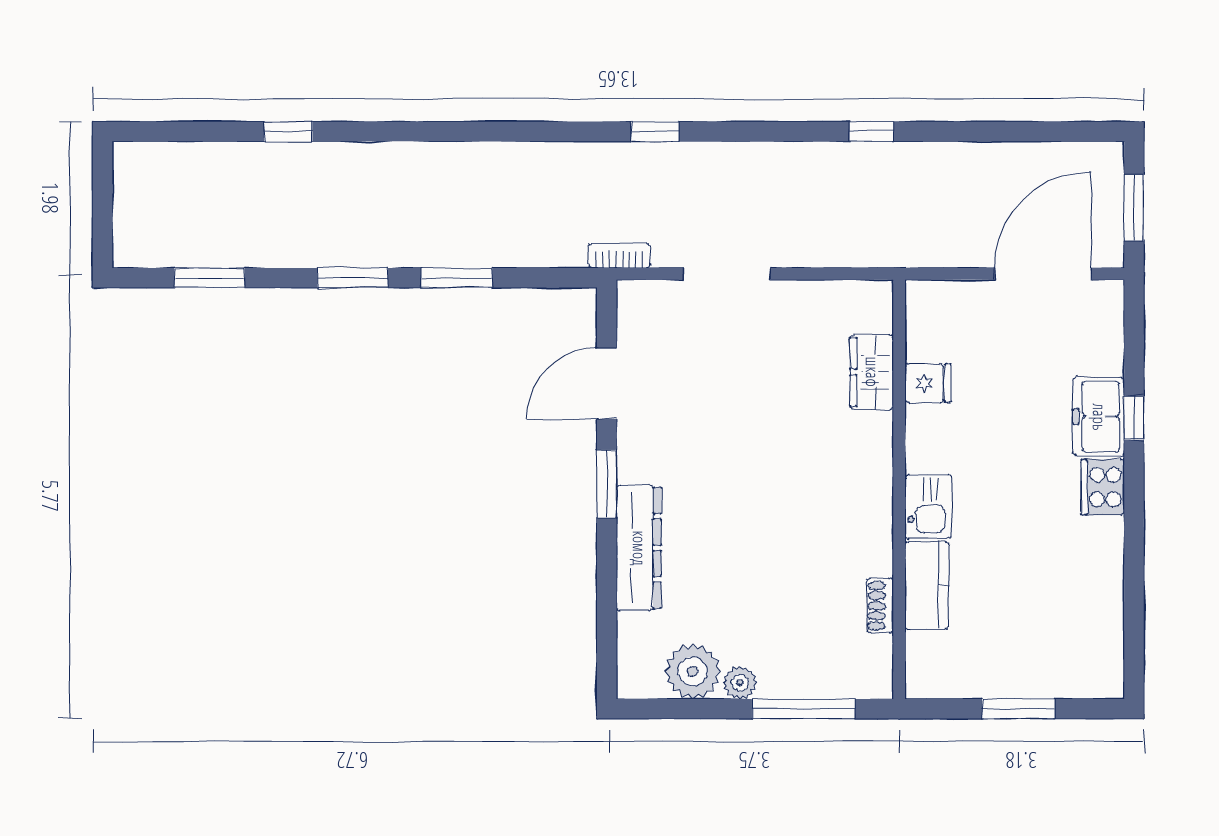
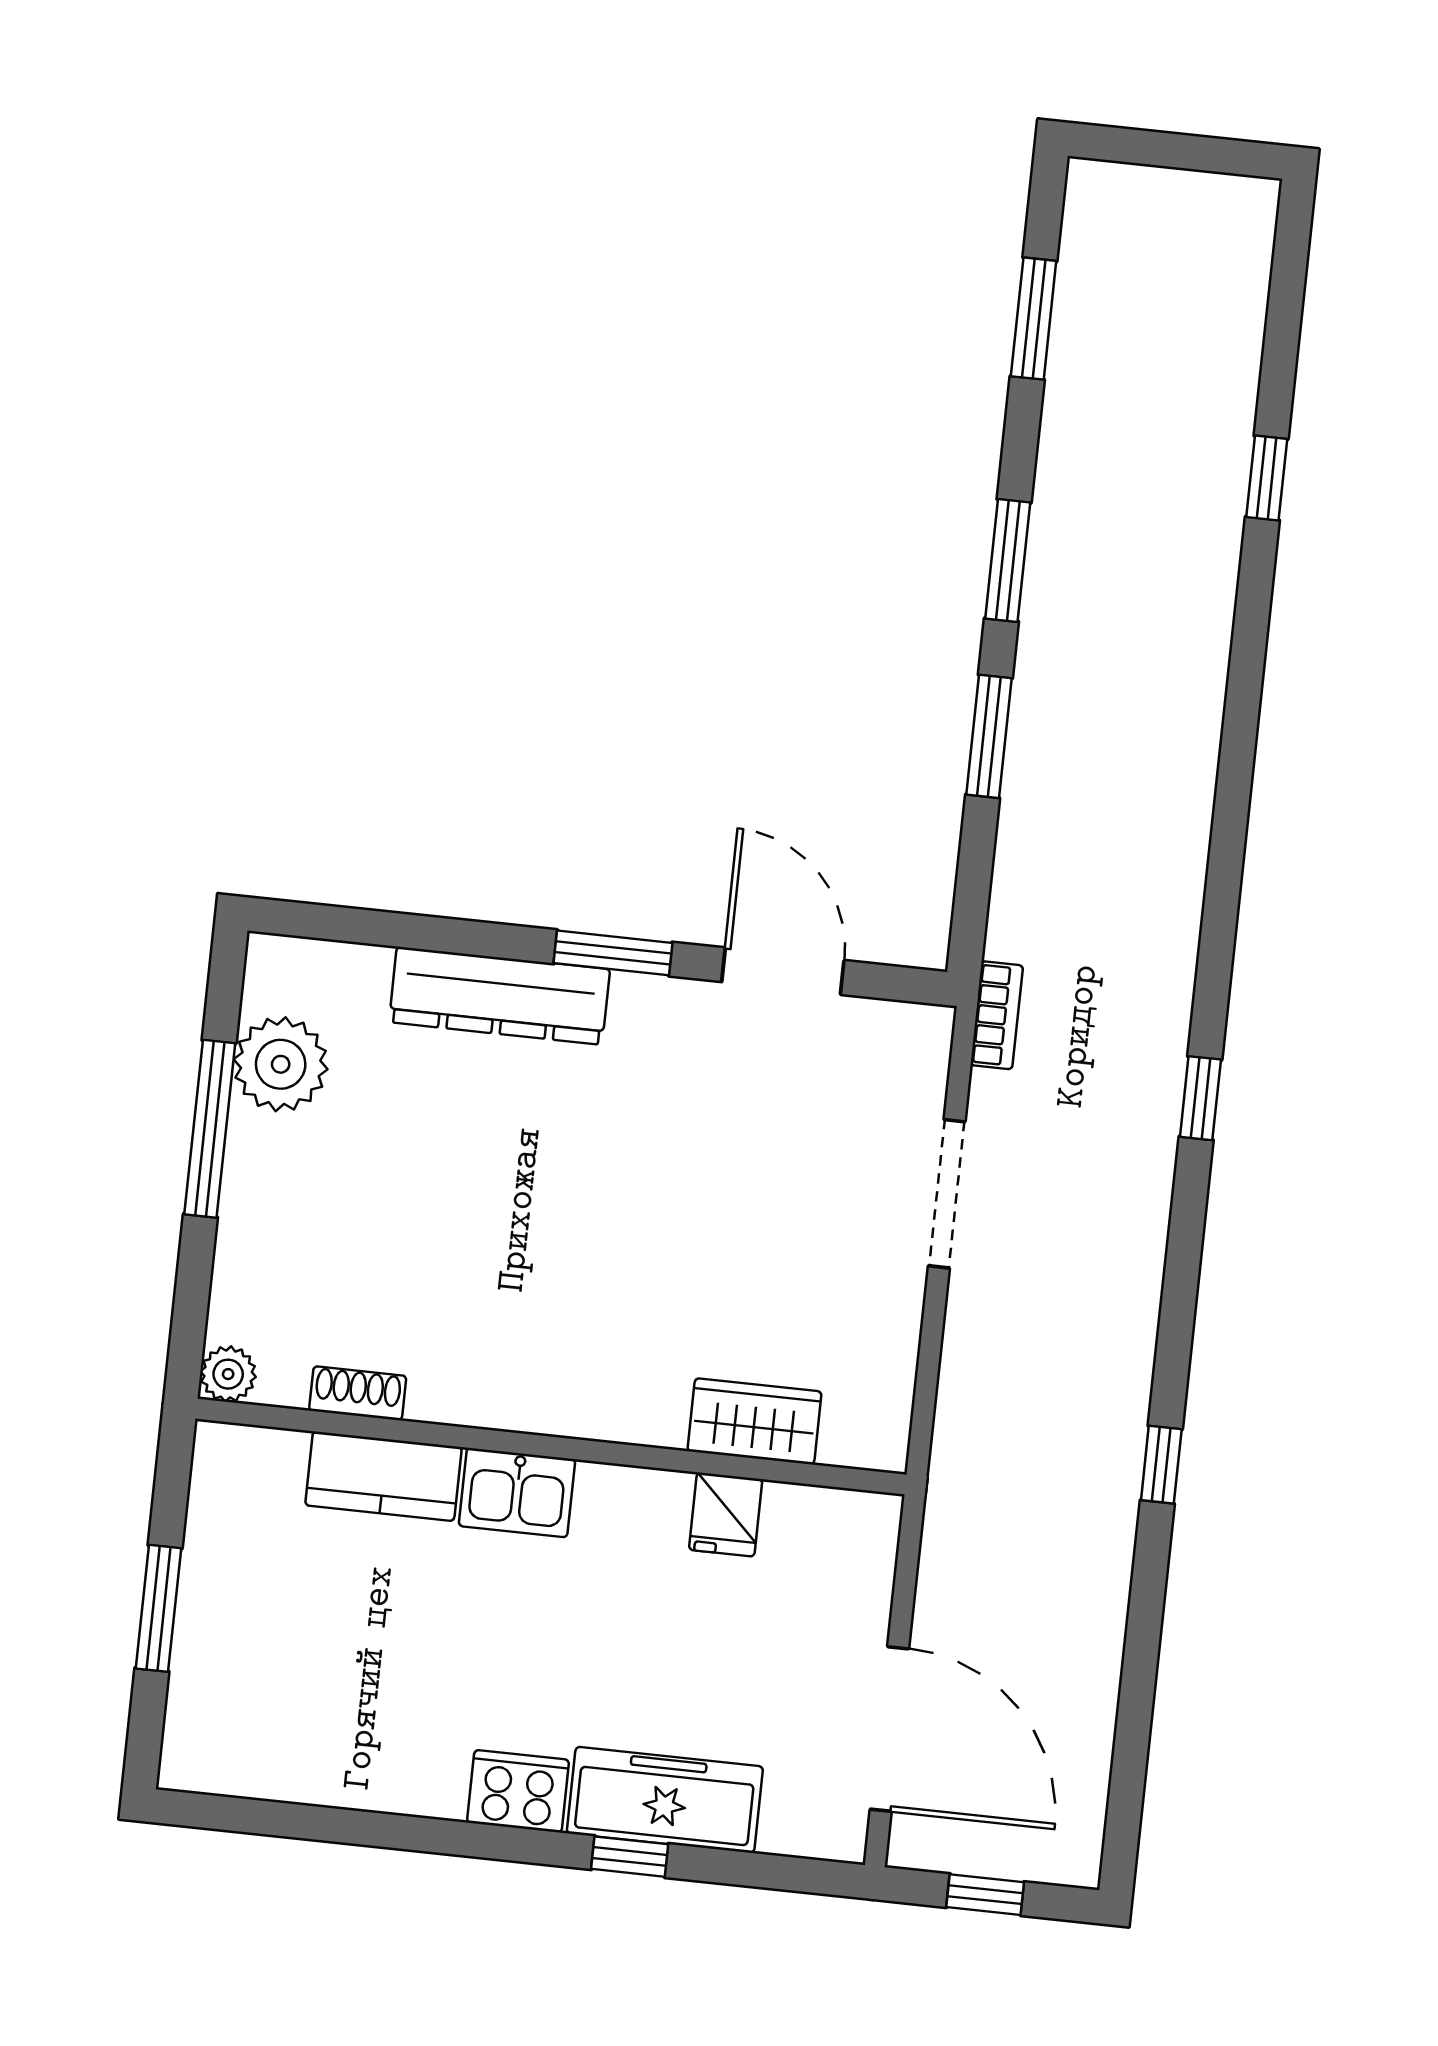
window: (1134, 208) -> (985, 1895), width x0.67
freezer: (1099, 417) -> (665, 1800), width x1.40
plant: (740, 683) -> (228, 1374), moved
window: (803, 709) -> (210, 1129), moved

